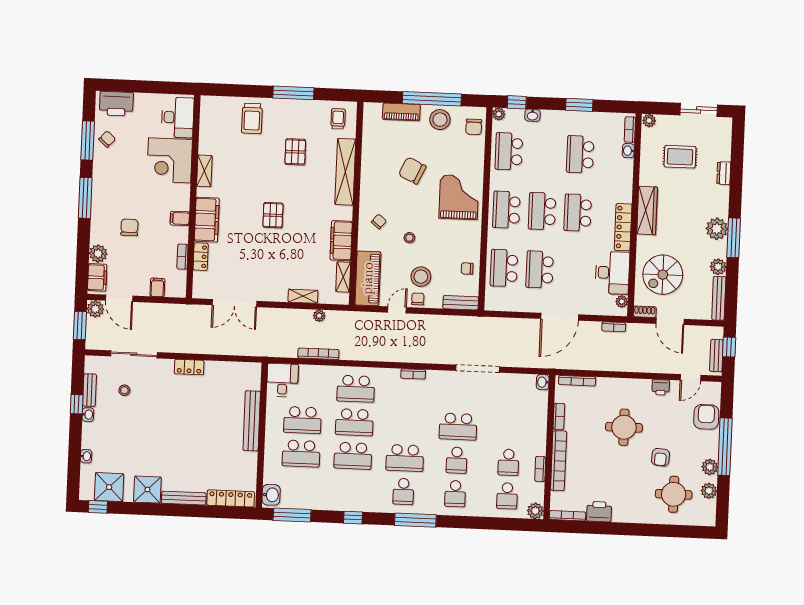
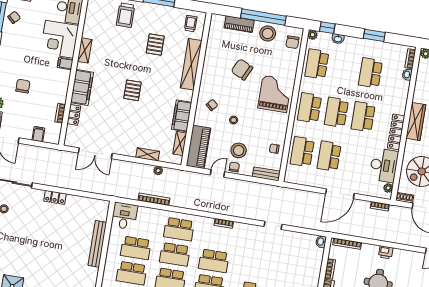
filing cabinet: (180, 218) -> (65, 63), moved
doorway: (478, 369) -> (273, 225), width x0.53
printer: (661, 387) -> (386, 252), moved
school desk: (458, 427) -> (214, 261), moved

